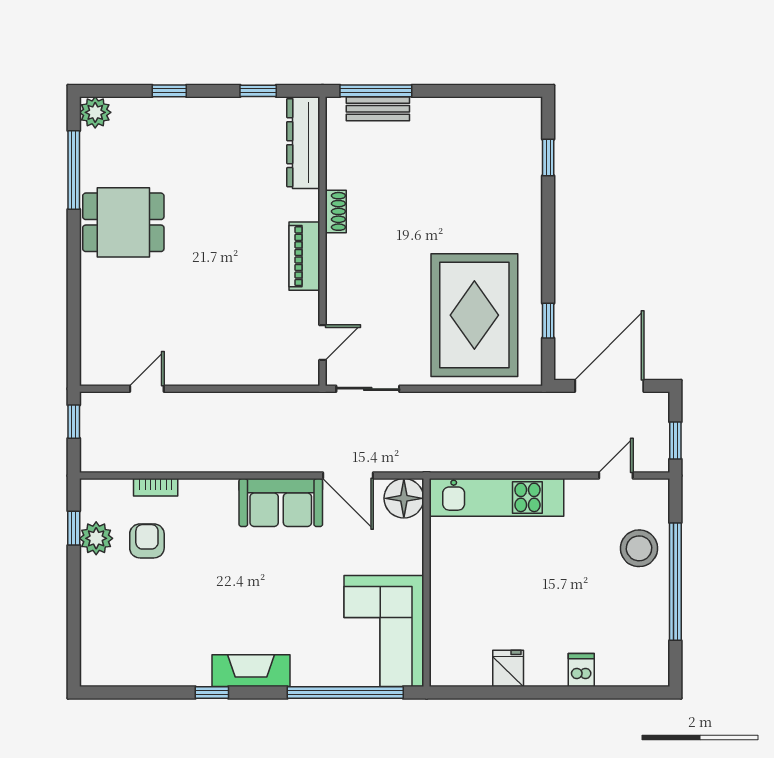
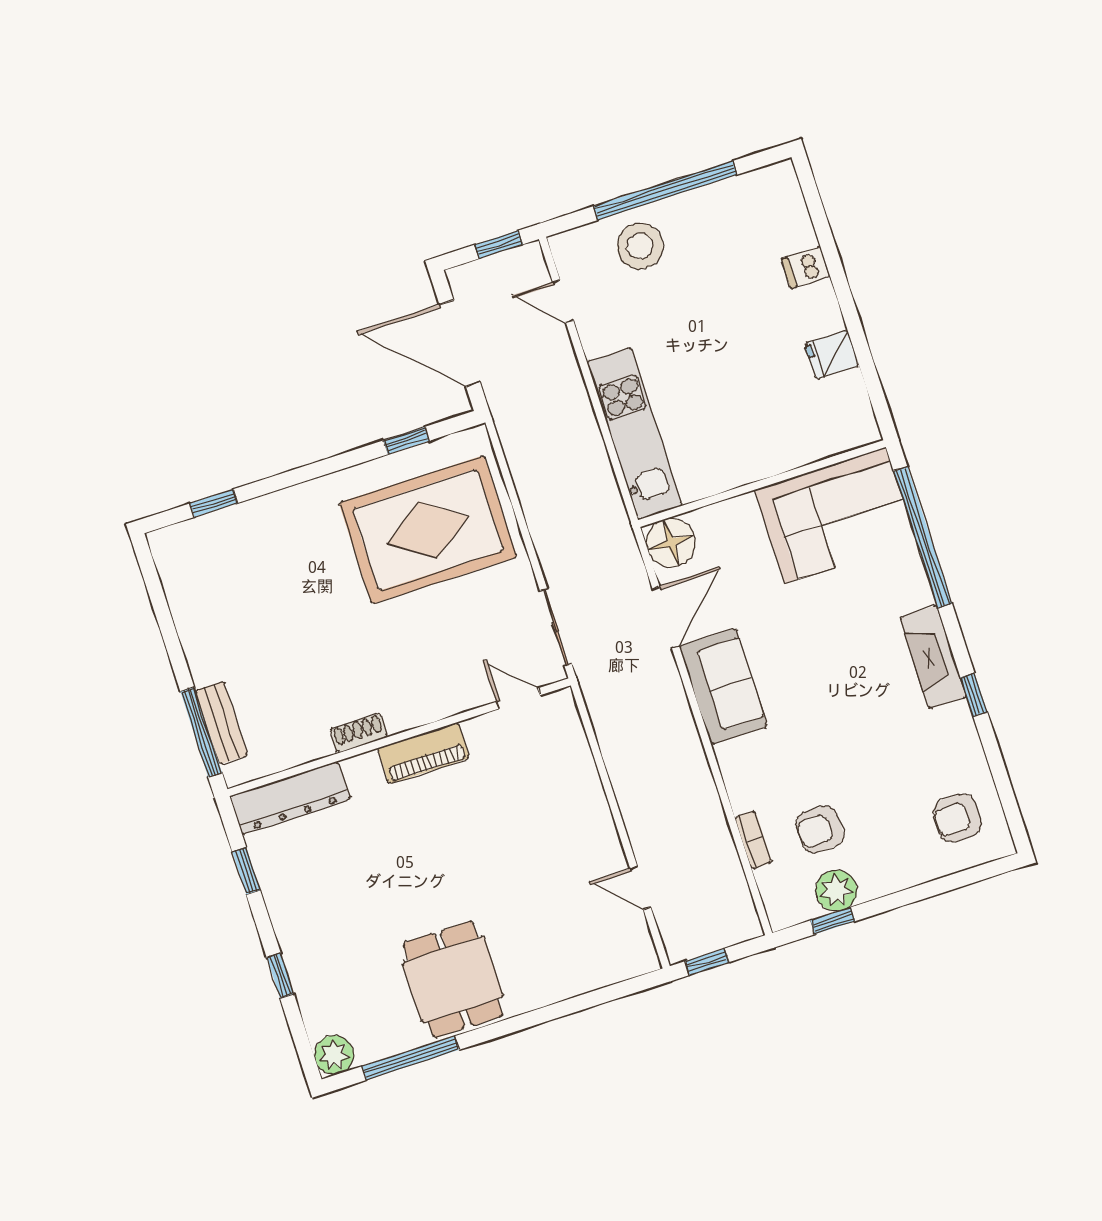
armchair: (122, 649) -> (957, 818), added

